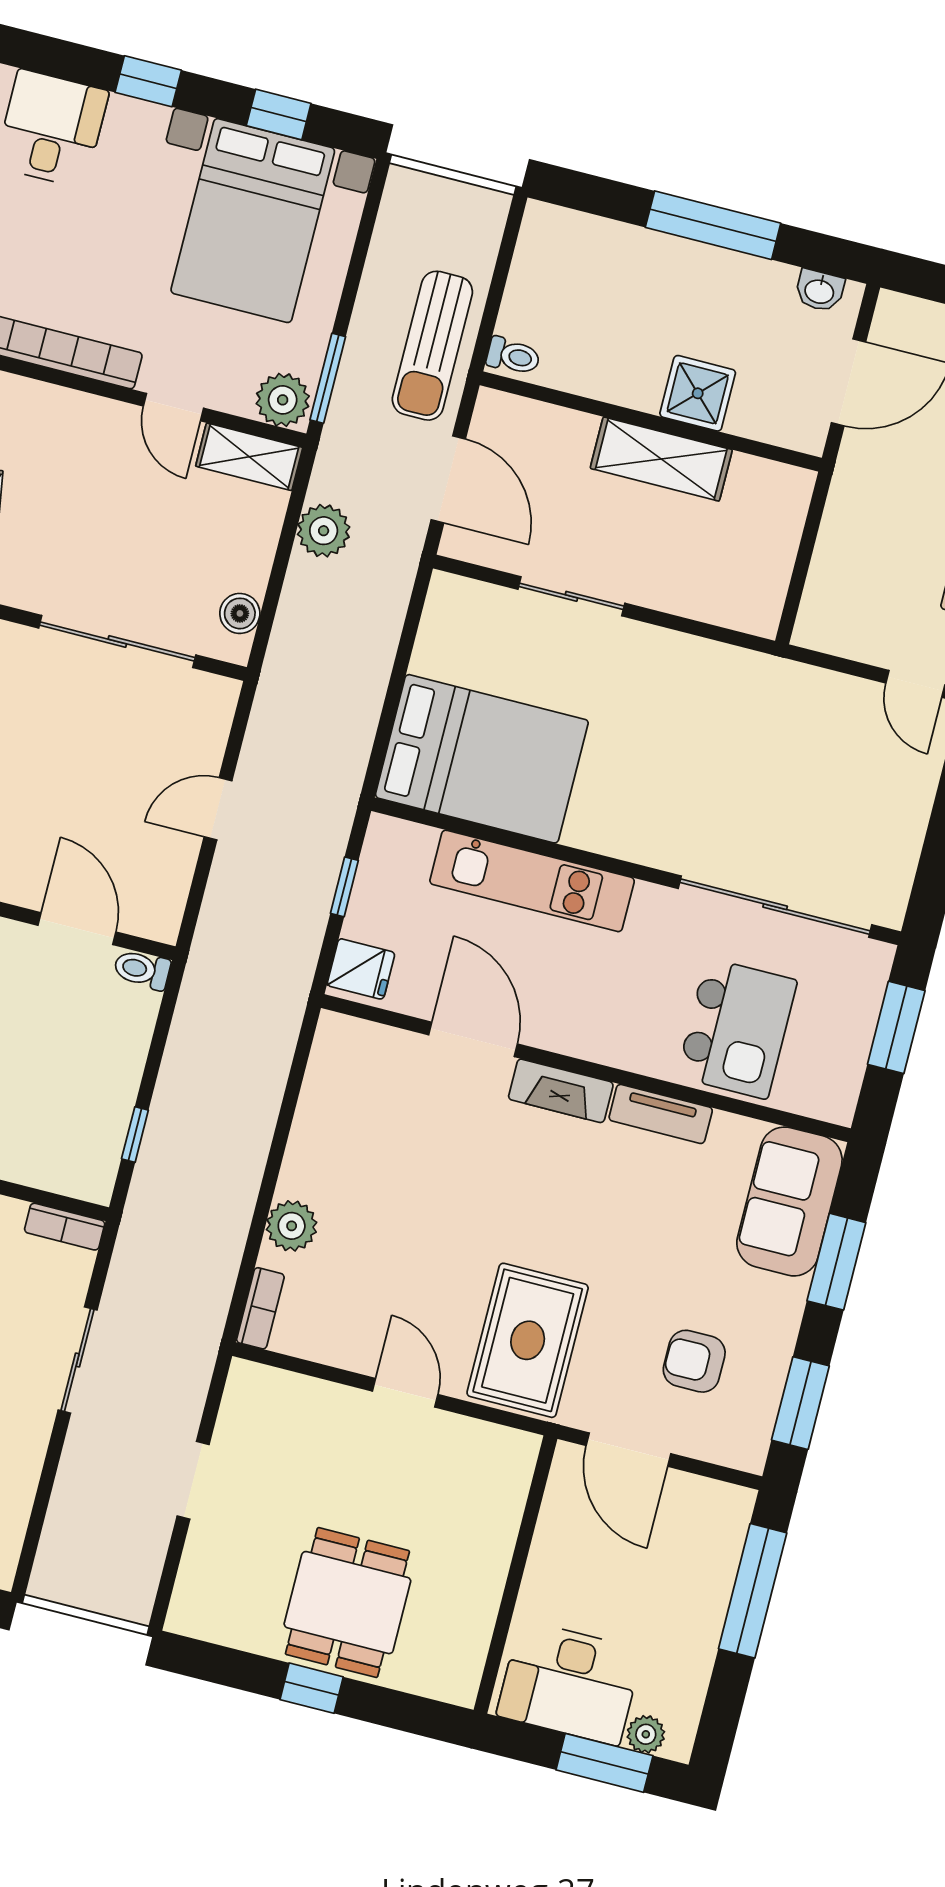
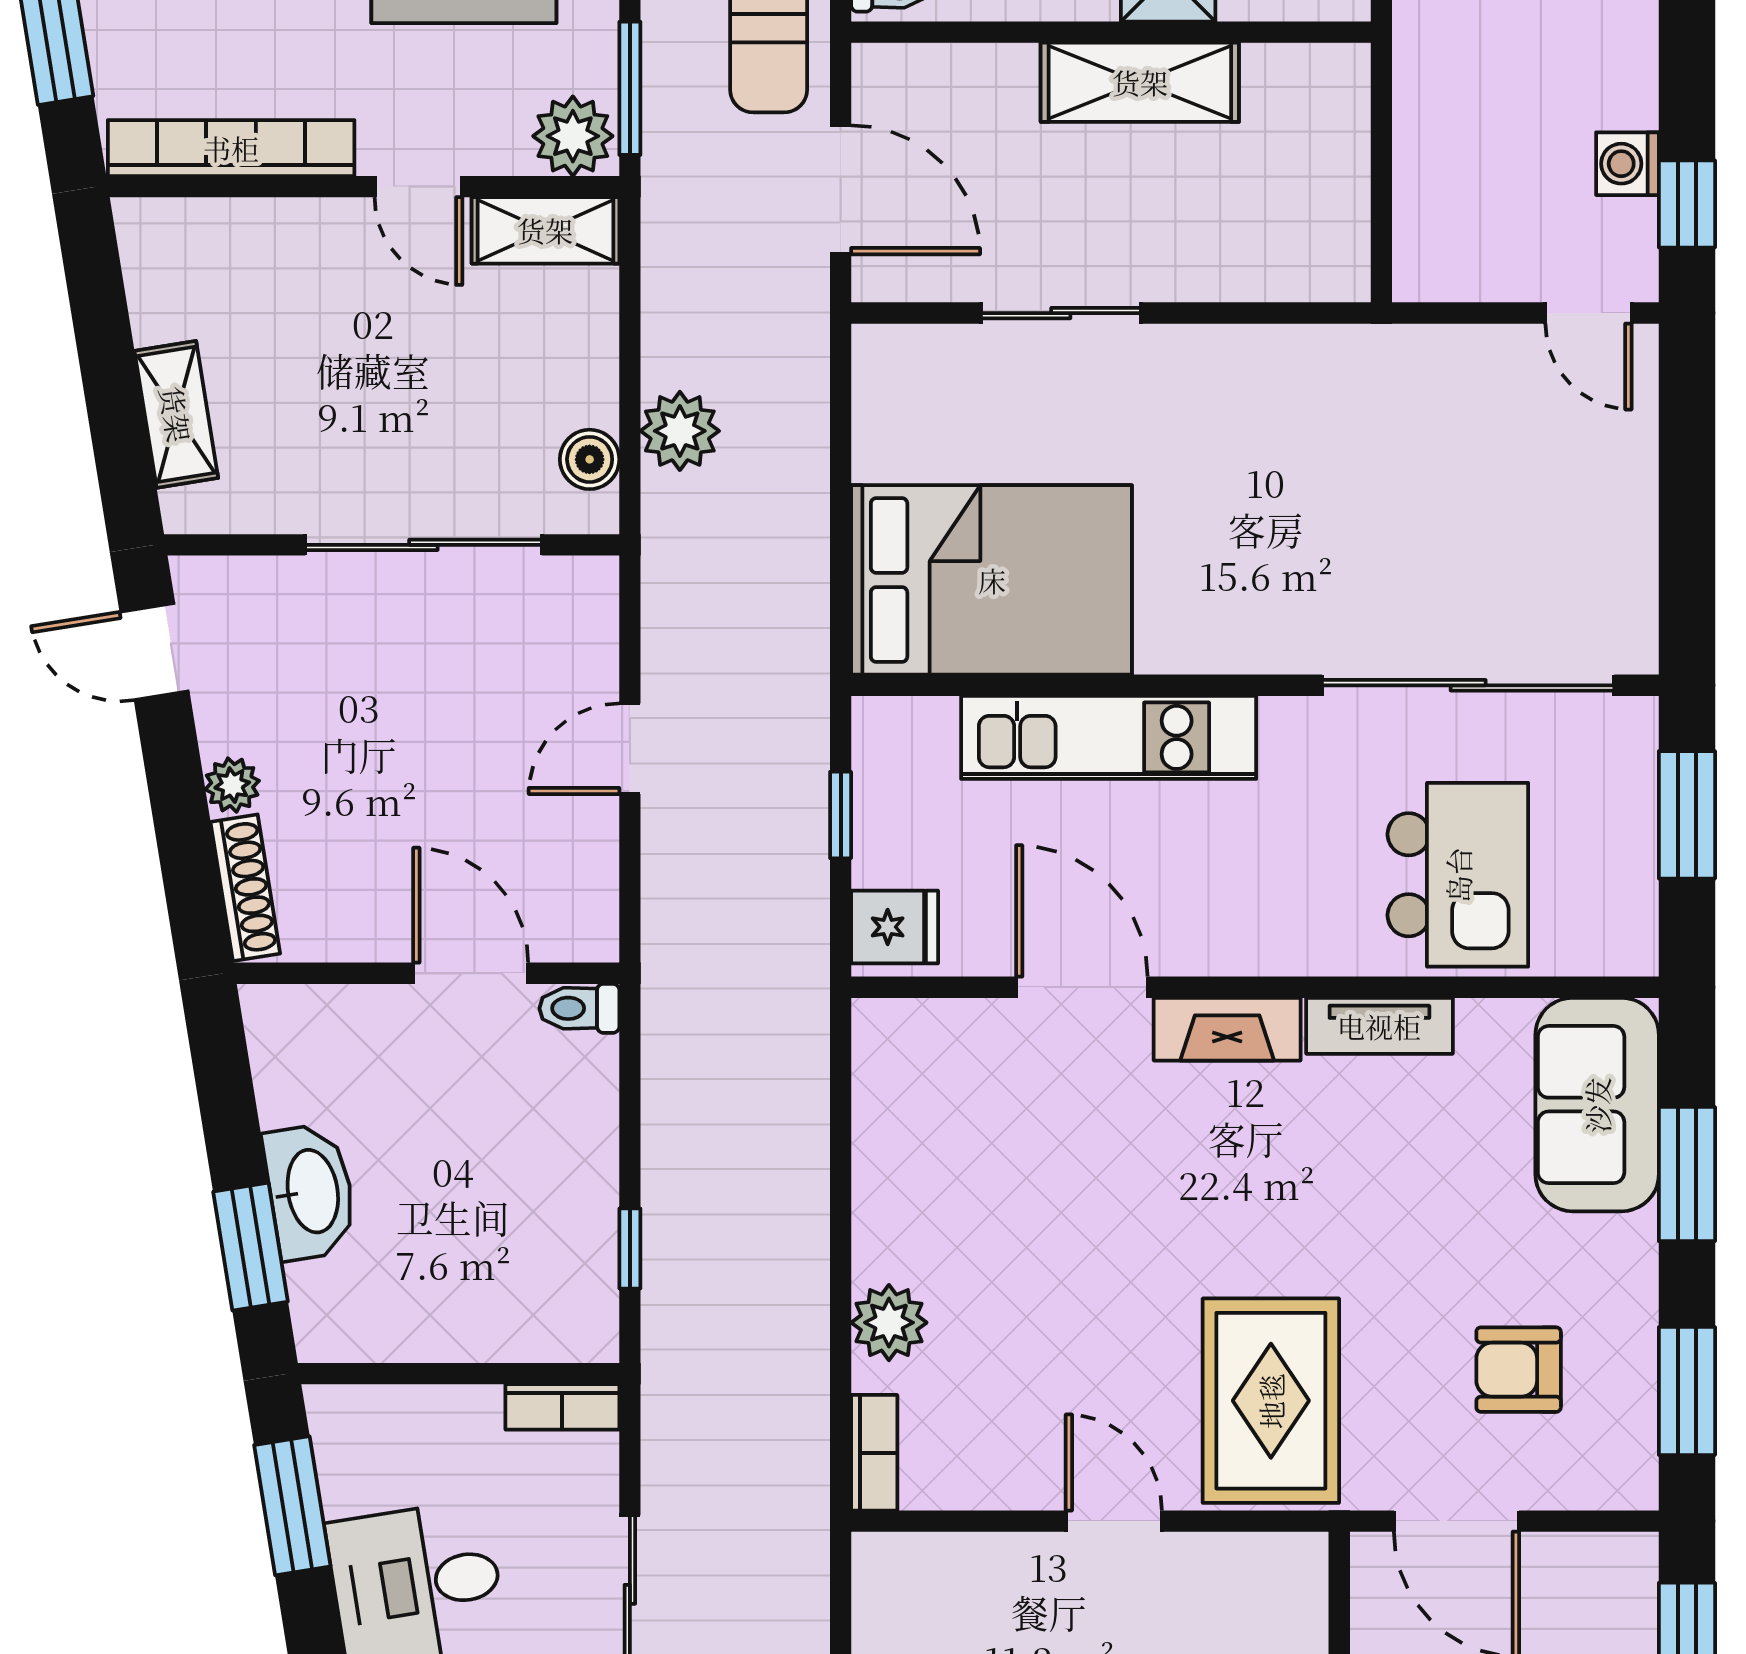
plant: (324, 531) -> (680, 431), moved

